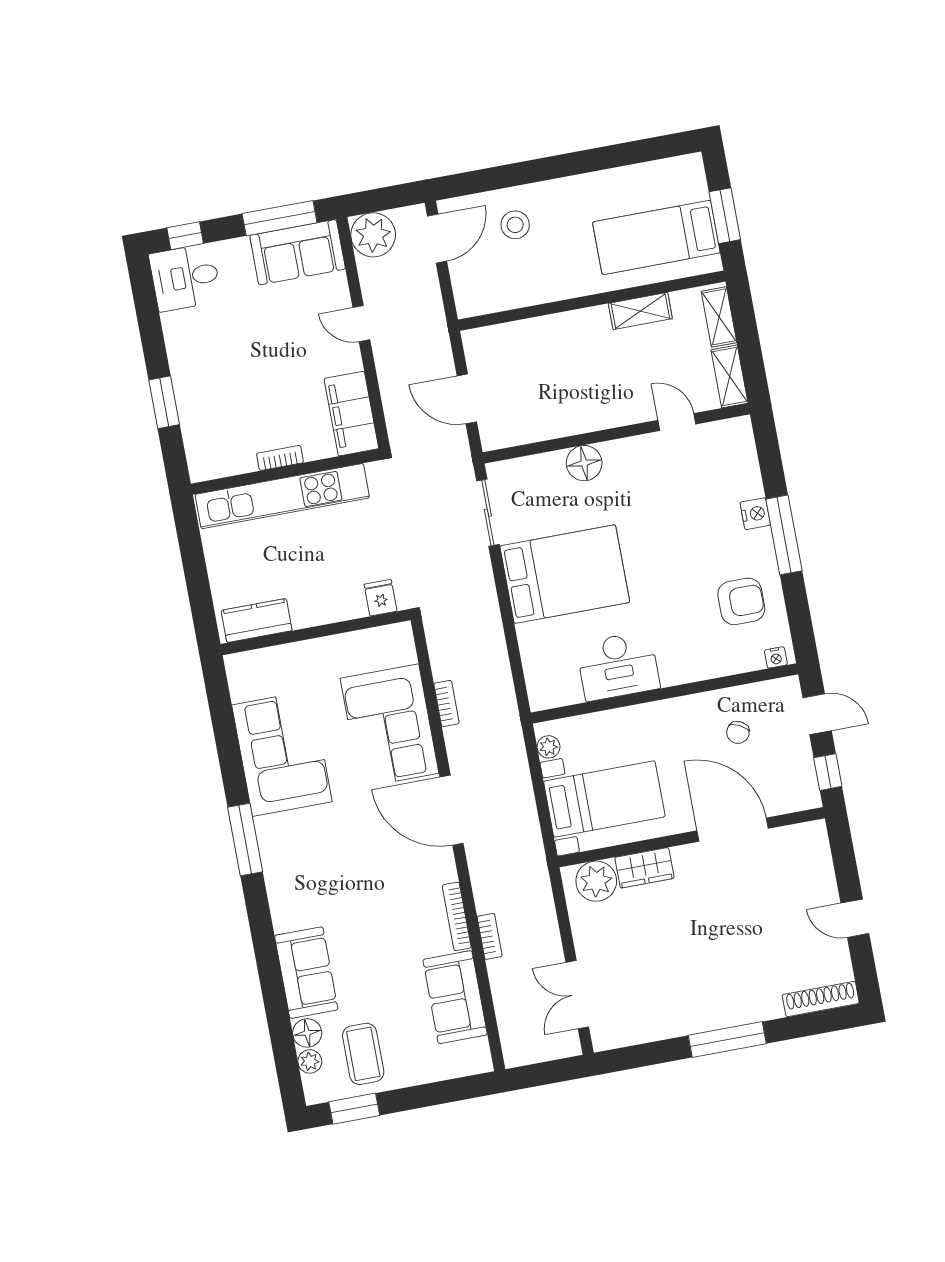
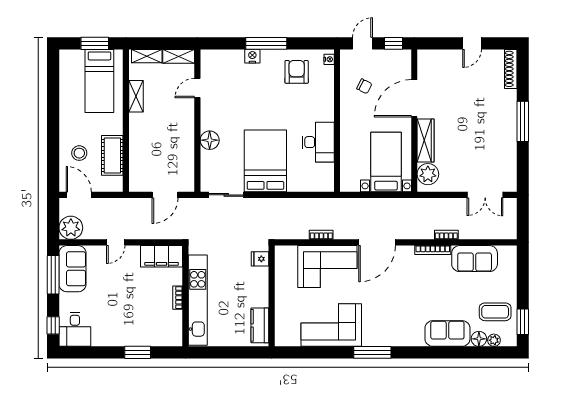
cot: (522, 287) -> (112, 155), added
plant: (549, 747) -> (354, 186), removed
wardrobe: (644, 868) -> (426, 141), width x1.50

